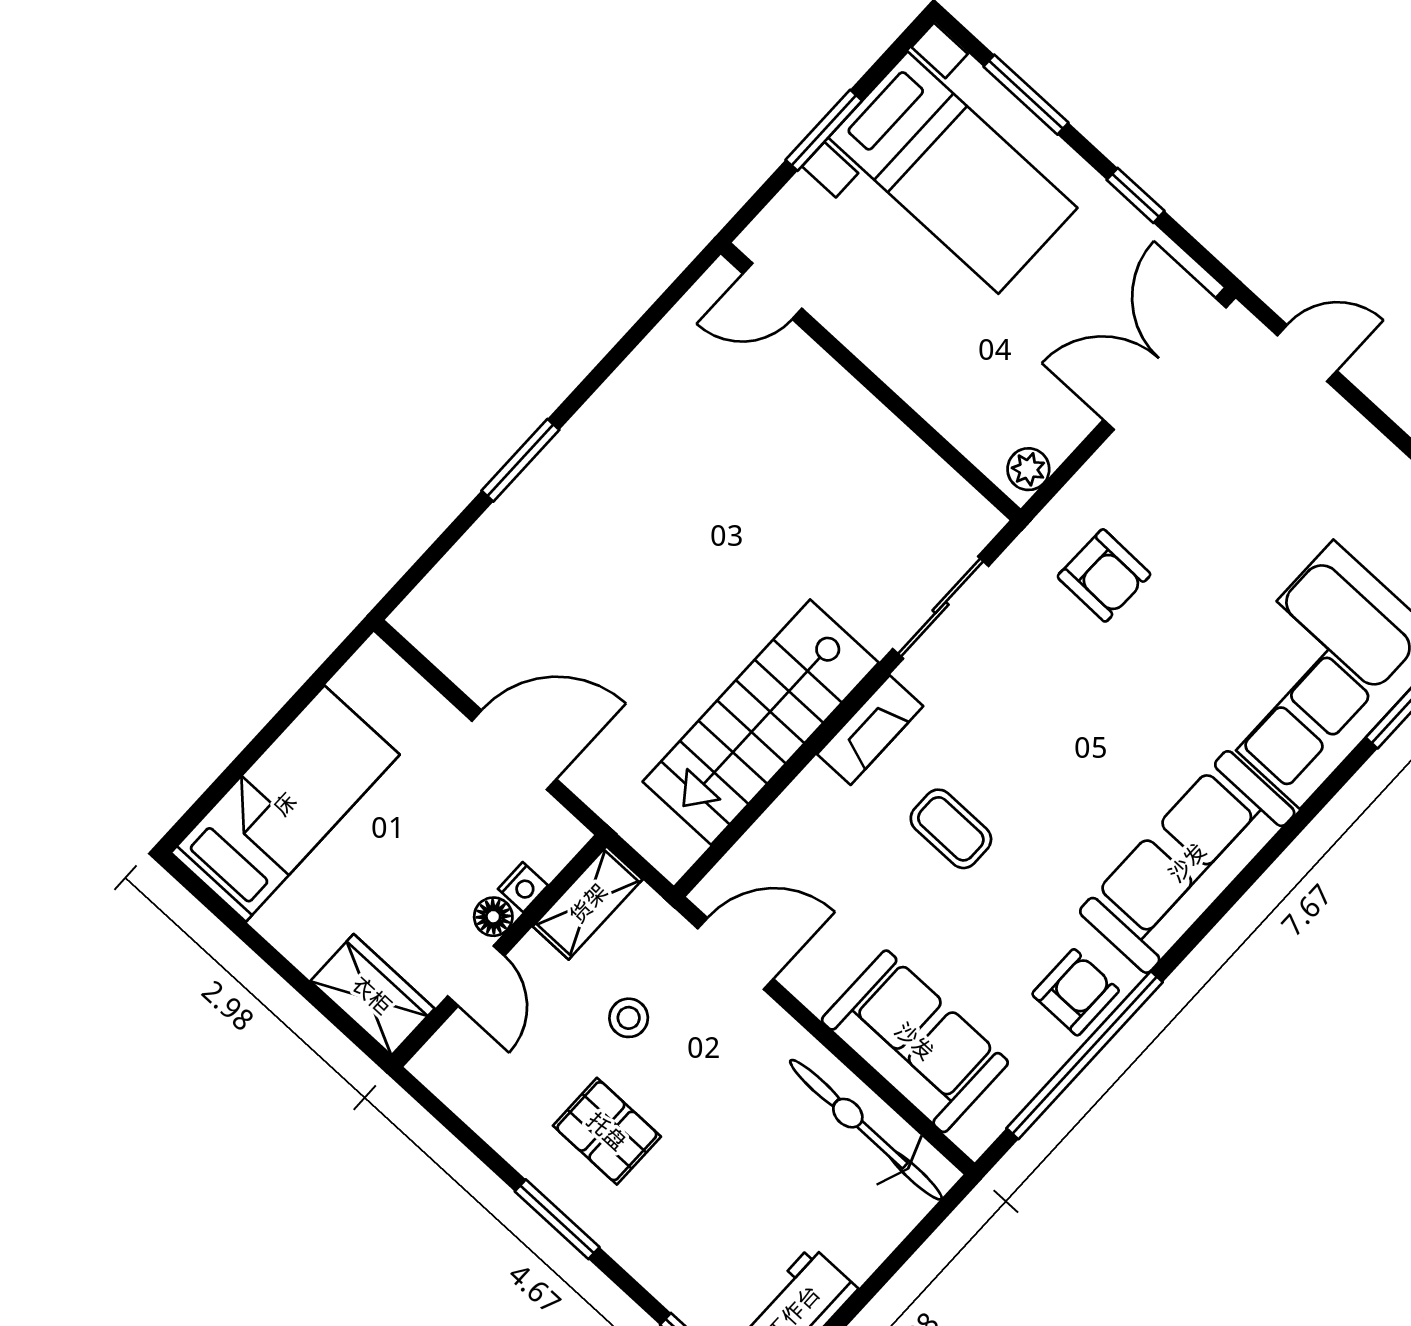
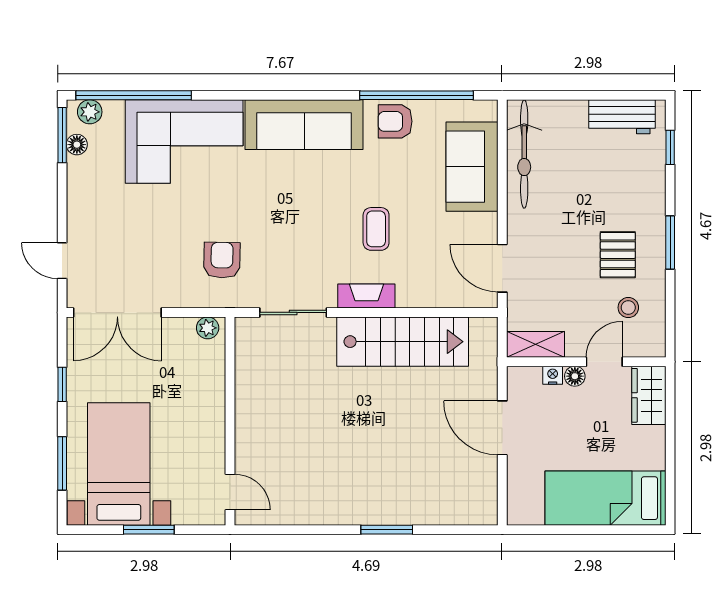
stool: (629, 1018) -> (628, 308), moved

